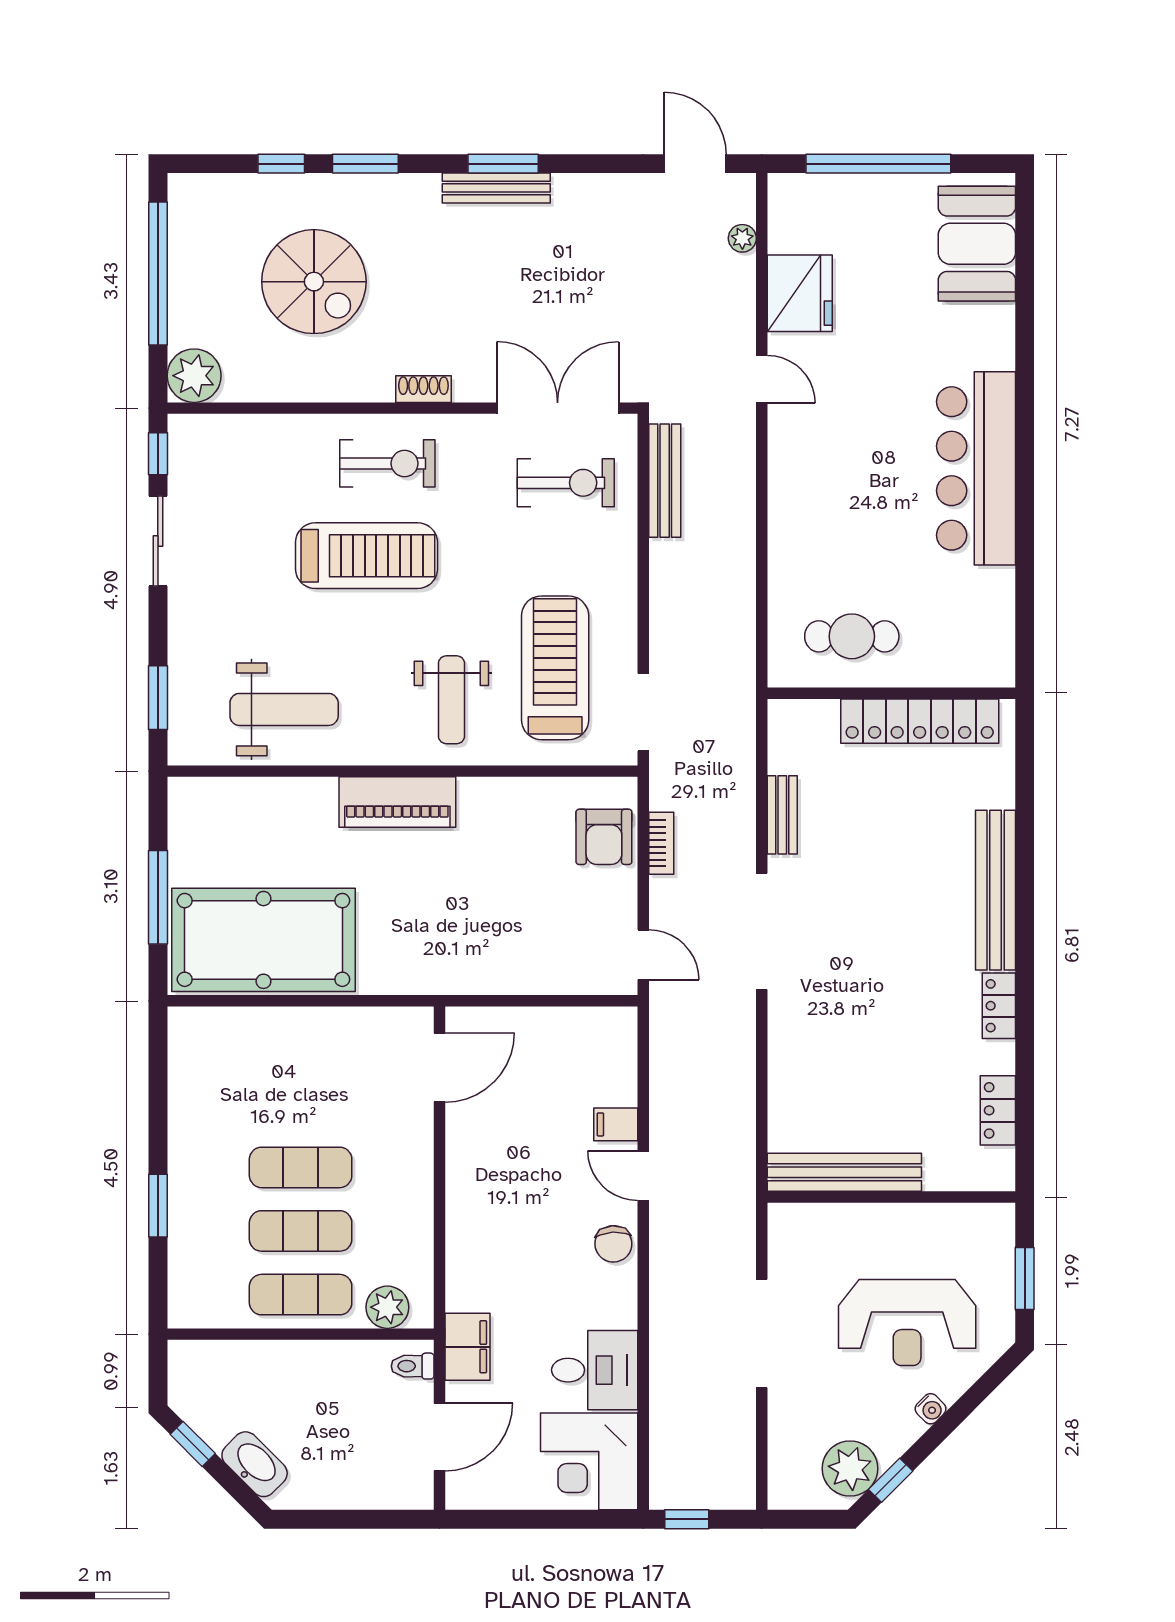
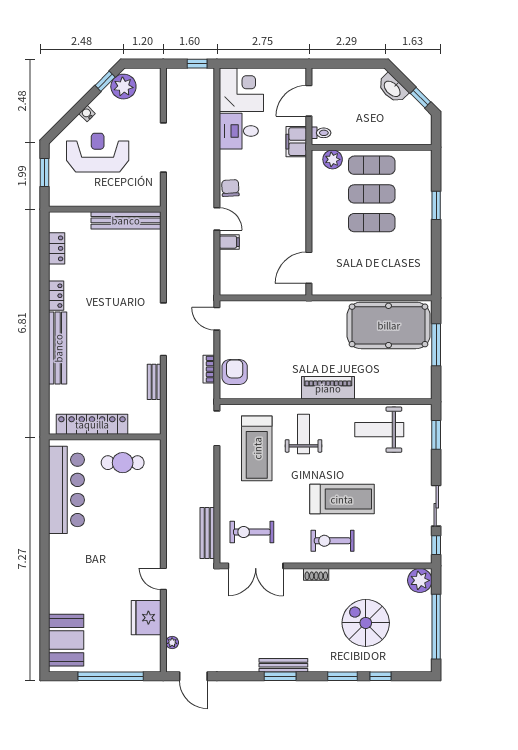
bar counter: (976, 468) -> (66, 490), moved
treadmill: (366, 556) -> (342, 499), turned 180

